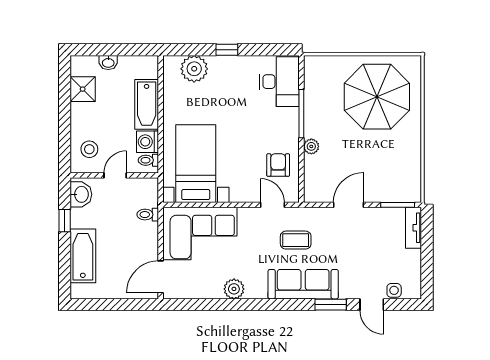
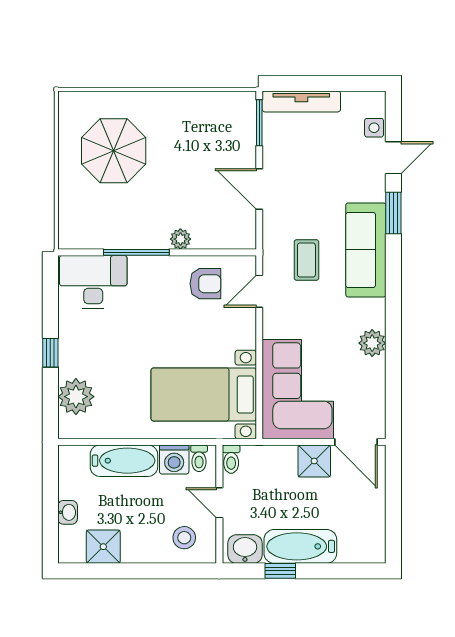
parasol: (377, 97) -> (114, 151), width x0.73, depth x0.73
armchair: (278, 165) -> (205, 284), turned 180
toilet: (148, 215) -> (231, 459), moved
tv unit: (414, 228) -> (301, 101), width x1.41
shower: (146, 246) -> (314, 461), added
bathtub: (83, 256) -> (300, 546), moved

